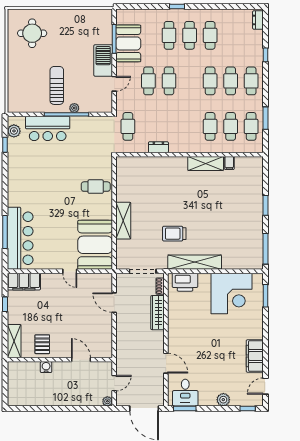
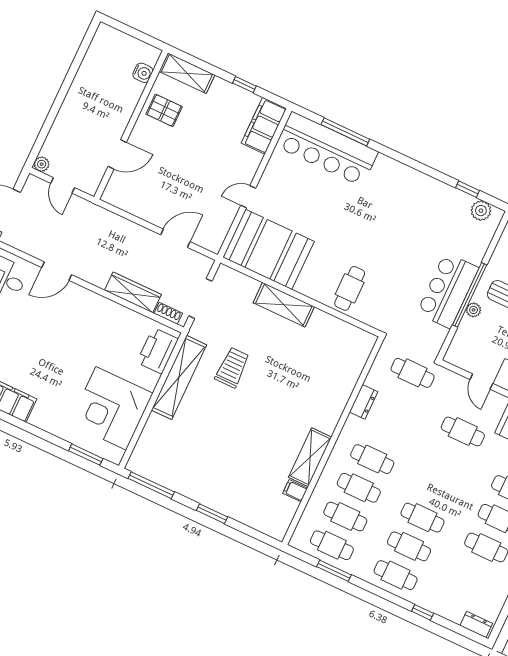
cafe table: (169, 81) -> (372, 459), moved
bar counter: (48, 128) -> (448, 290), moved
water cooler: (46, 367) -> (143, 73), moved

